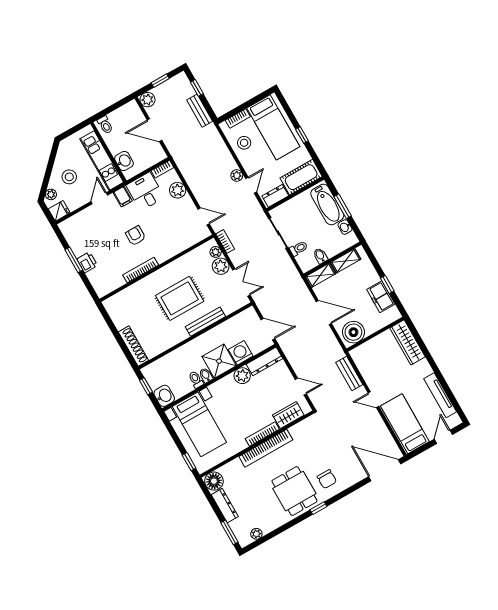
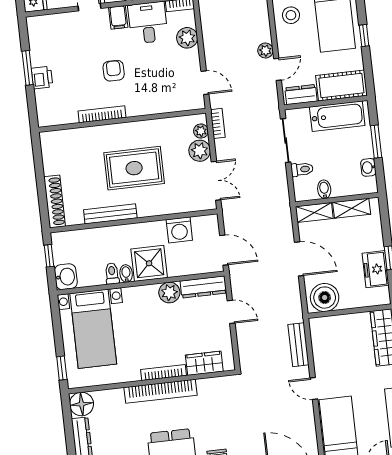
bathtub: (327, 205) -> (337, 116), moved, turned -90
bench: (205, 322) -> (110, 214), moved
washing machine: (241, 353) -> (179, 230), moved, turned 180
door: (301, 387) -> (231, 312), moved

